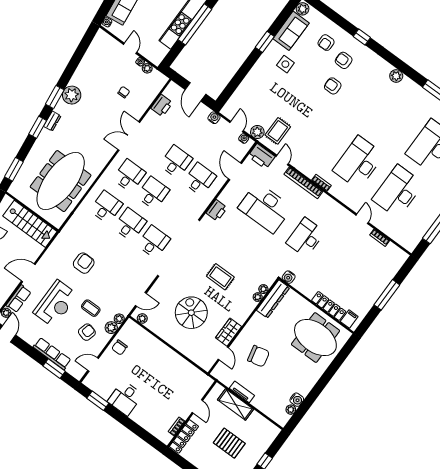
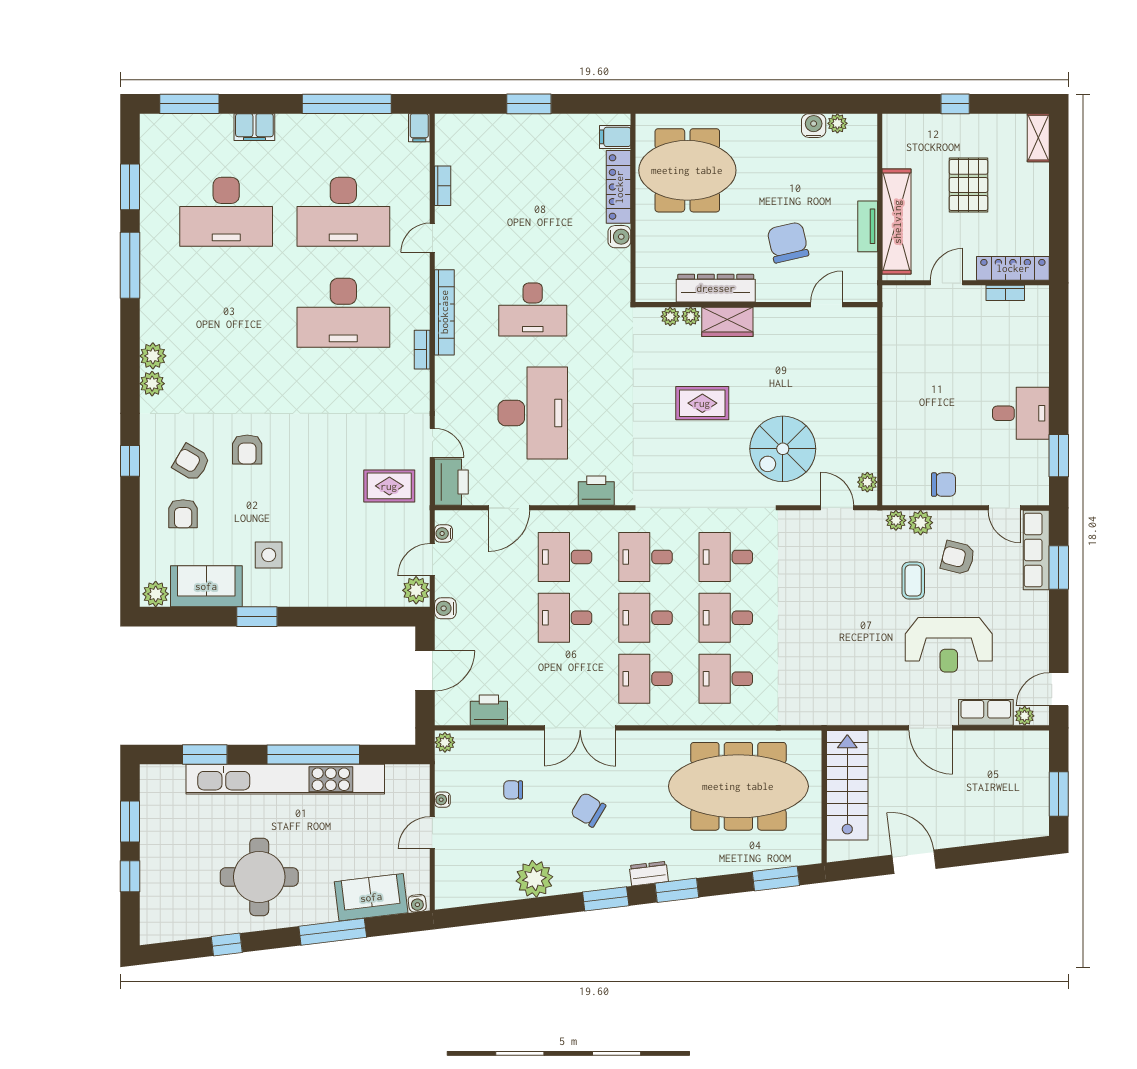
armchair: (326, 43) -> (183, 514), turned 91
armchair: (344, 60) -> (191, 463), turned 121
plant: (147, 68) -> (445, 742), moved
plant: (386, 68) -> (152, 384), added
plant: (72, 95) -> (534, 879), moved
chair: (94, 116) -> (588, 810), added
plant: (257, 132) -> (416, 590), moved
door: (282, 160) -> (432, 443), swing flipped
bookcase: (303, 183) -> (444, 312), moved
desk: (177, 210) -> (645, 557), added
filing cabinet: (409, 245) -> (419, 128), added
armchair: (84, 263) -> (847, 647), removed
rug: (220, 277) -> (702, 403), turned 90
water cooler: (289, 277) -> (619, 237), moved
window: (387, 295) -> (529, 104), width x0.69
dresser: (273, 299) -> (716, 288), moved
reception desk: (56, 304) -> (949, 645), turned 180
spiral stairs: (191, 313) -> (783, 449), moved
wardrobe: (229, 332) -> (727, 322), moved
meeting table: (315, 338) -> (687, 170), turned 90
row of seats: (52, 354) -> (1036, 550), moved
shelving: (236, 405) -> (897, 222), width x1.47

